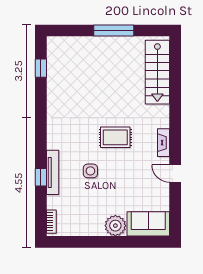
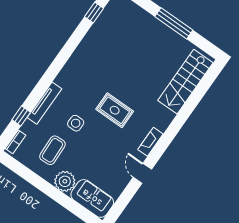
window: (41, 177) -> (21, 116), moved
coffee table: (87, 207) -> (52, 150), added

